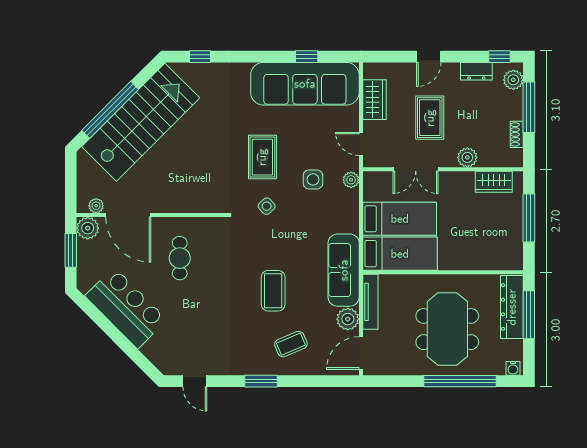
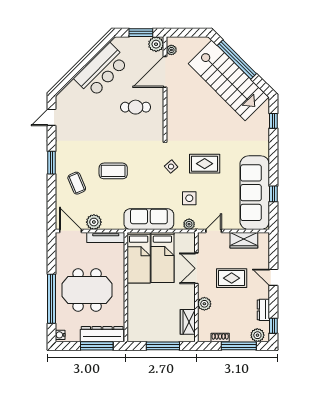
sofa: (344, 270) -> (149, 219), moved

